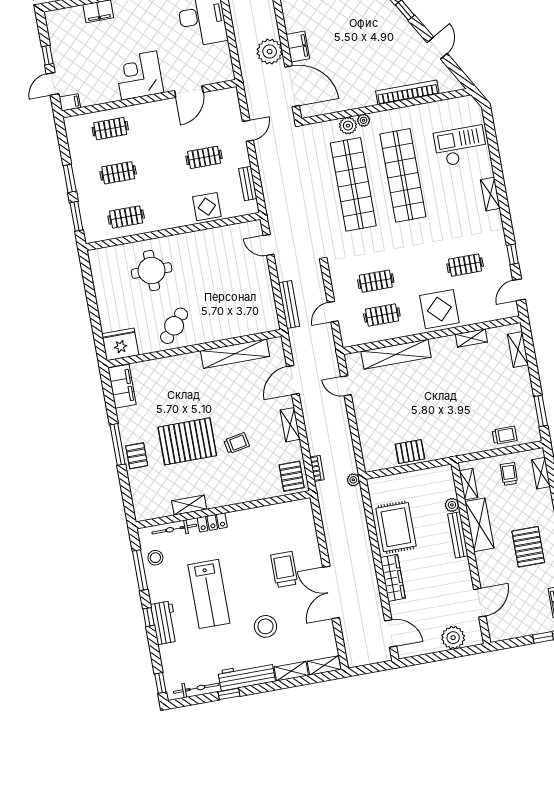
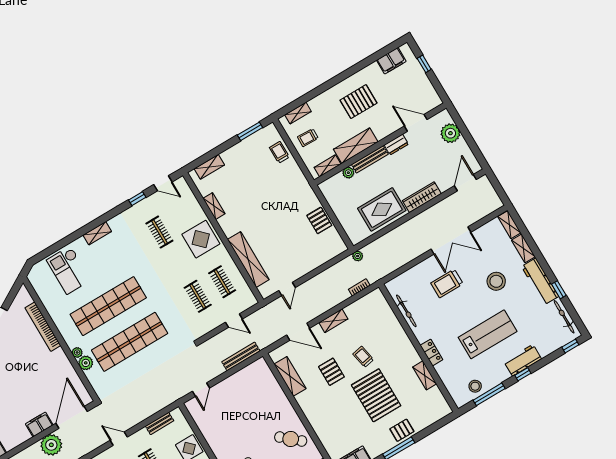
shelving: (235, 354) -> (290, 376), width x0.68
pallet: (292, 476) -> (331, 372), moved, turned 90
bicycle: (174, 529) -> (406, 311), moved
dresser: (463, 571) -> (396, 144), added

